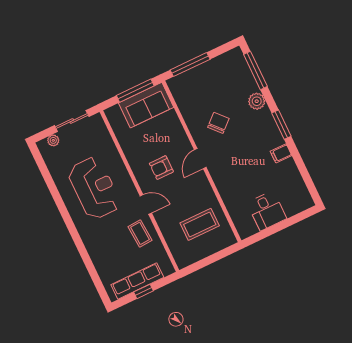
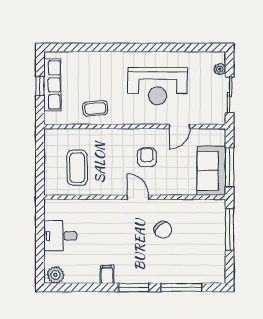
window: (255, 70) -> (181, 287), moved
plant: (257, 101) -> (56, 275), moved
door: (146, 204) -> (179, 127), moved

